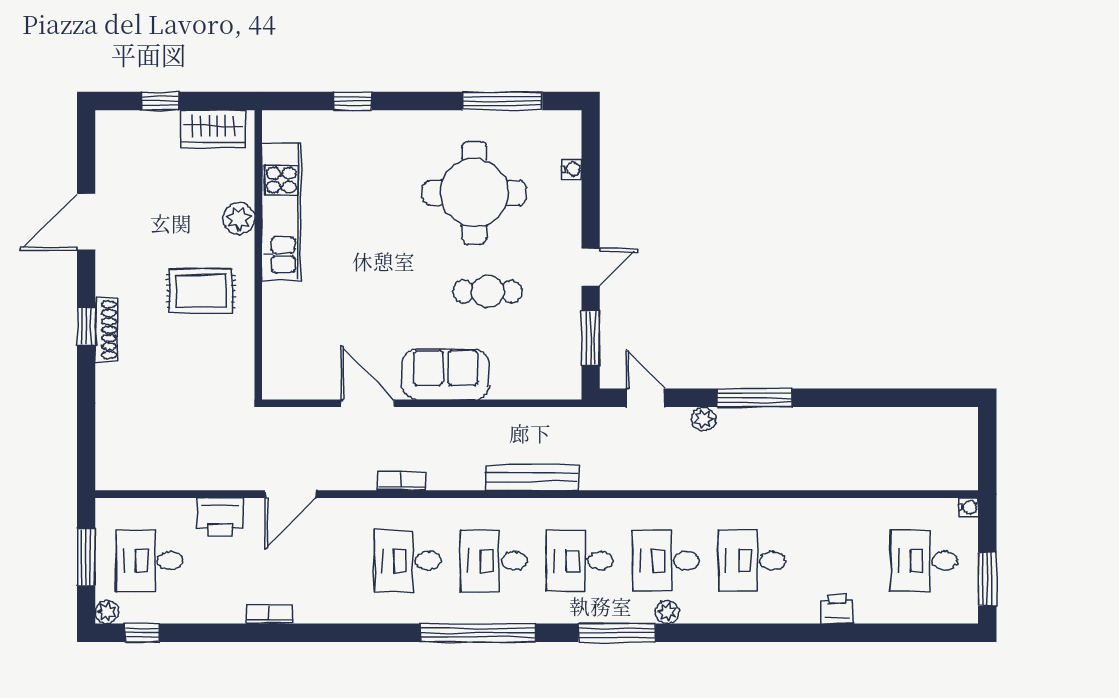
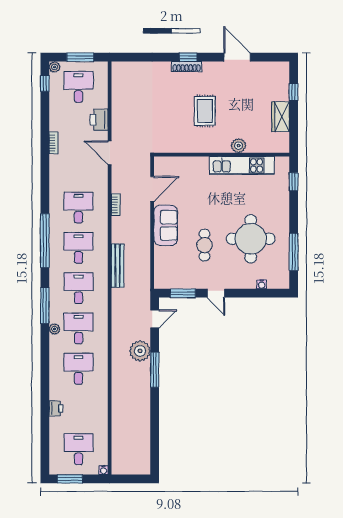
kitchen unit: (281, 212) -> (242, 165), moved
plant: (239, 219) -> (239, 146), moved
wall: (258, 255) -> (222, 155), moved
plant: (704, 419) -> (140, 351), width x1.87, depth x1.87

